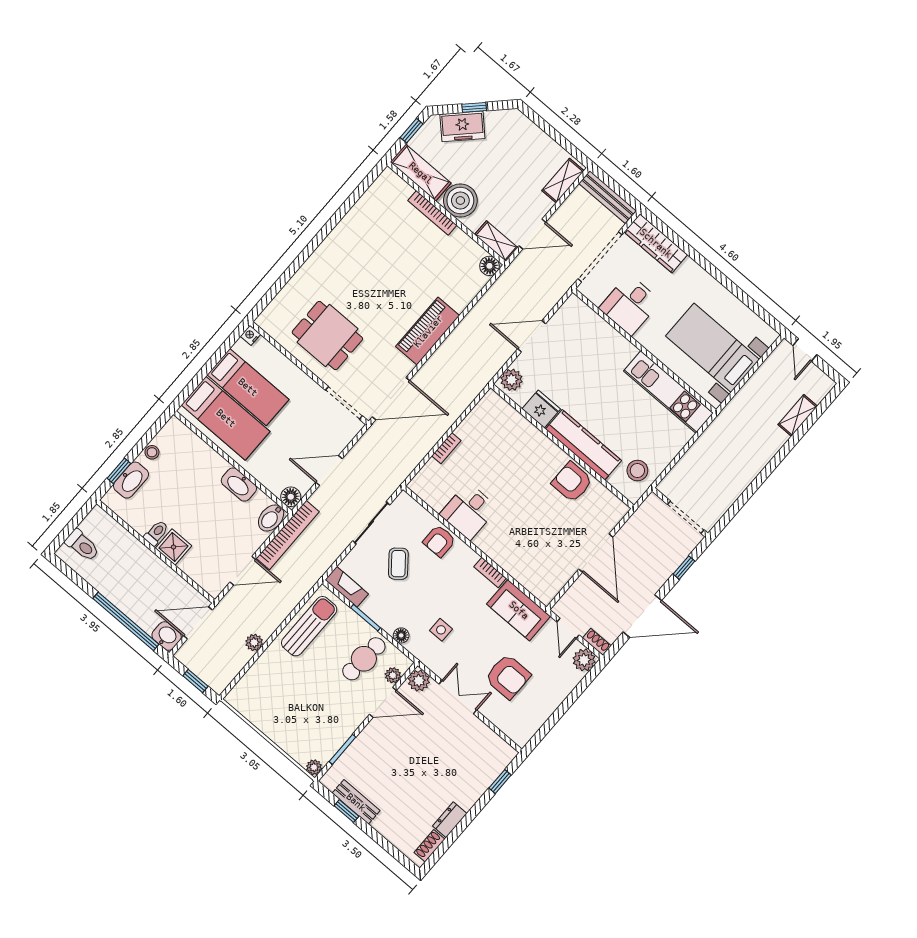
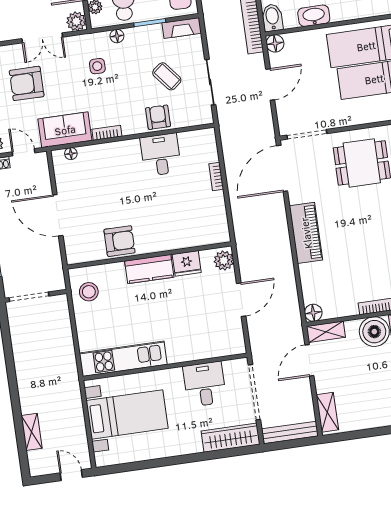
kitchen counter: (583, 445) -> (149, 269), width x0.67
floor lamp: (534, 588) -> (71, 154), added

